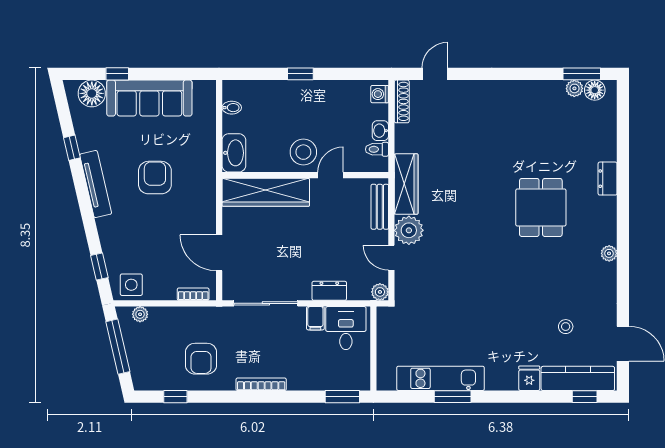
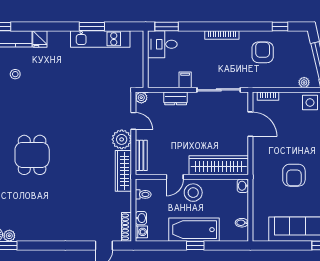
bathtub: (302, 97) -> (194, 230), added
washbasin: (380, 131) -> (141, 218), moved
washbasin: (234, 153) -> (243, 186), width x0.52, depth x0.69
desk: (346, 328) -> (162, 44), moved, turned 90

